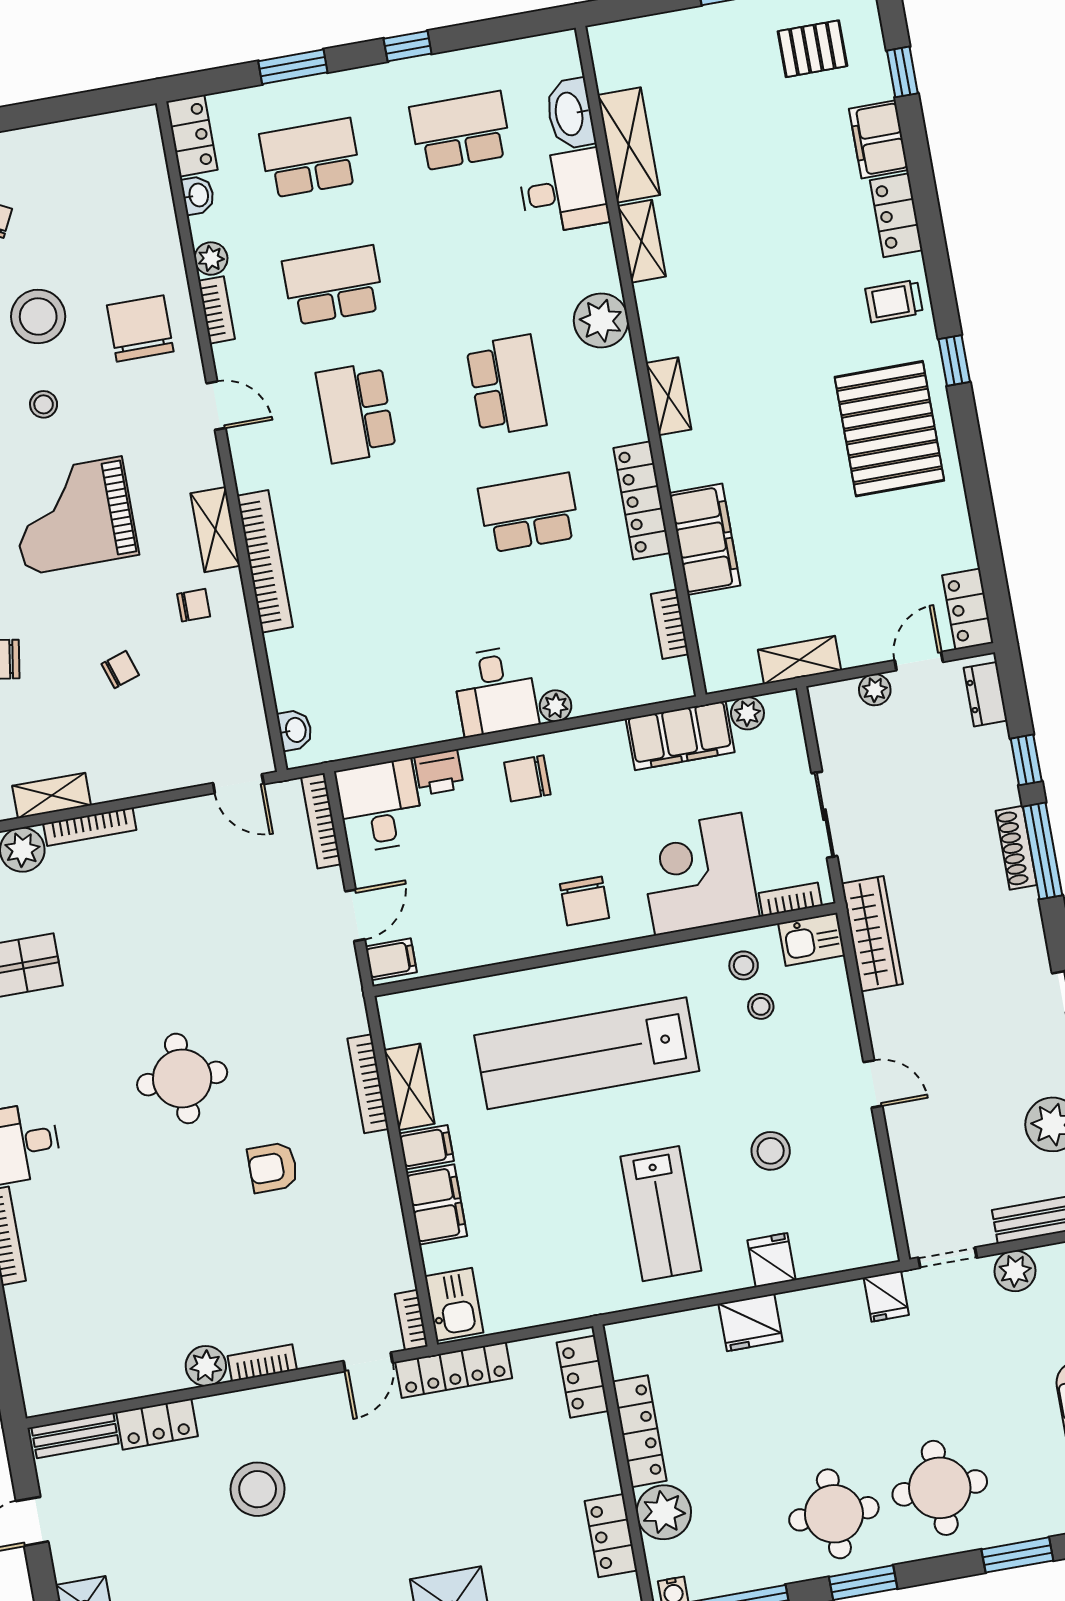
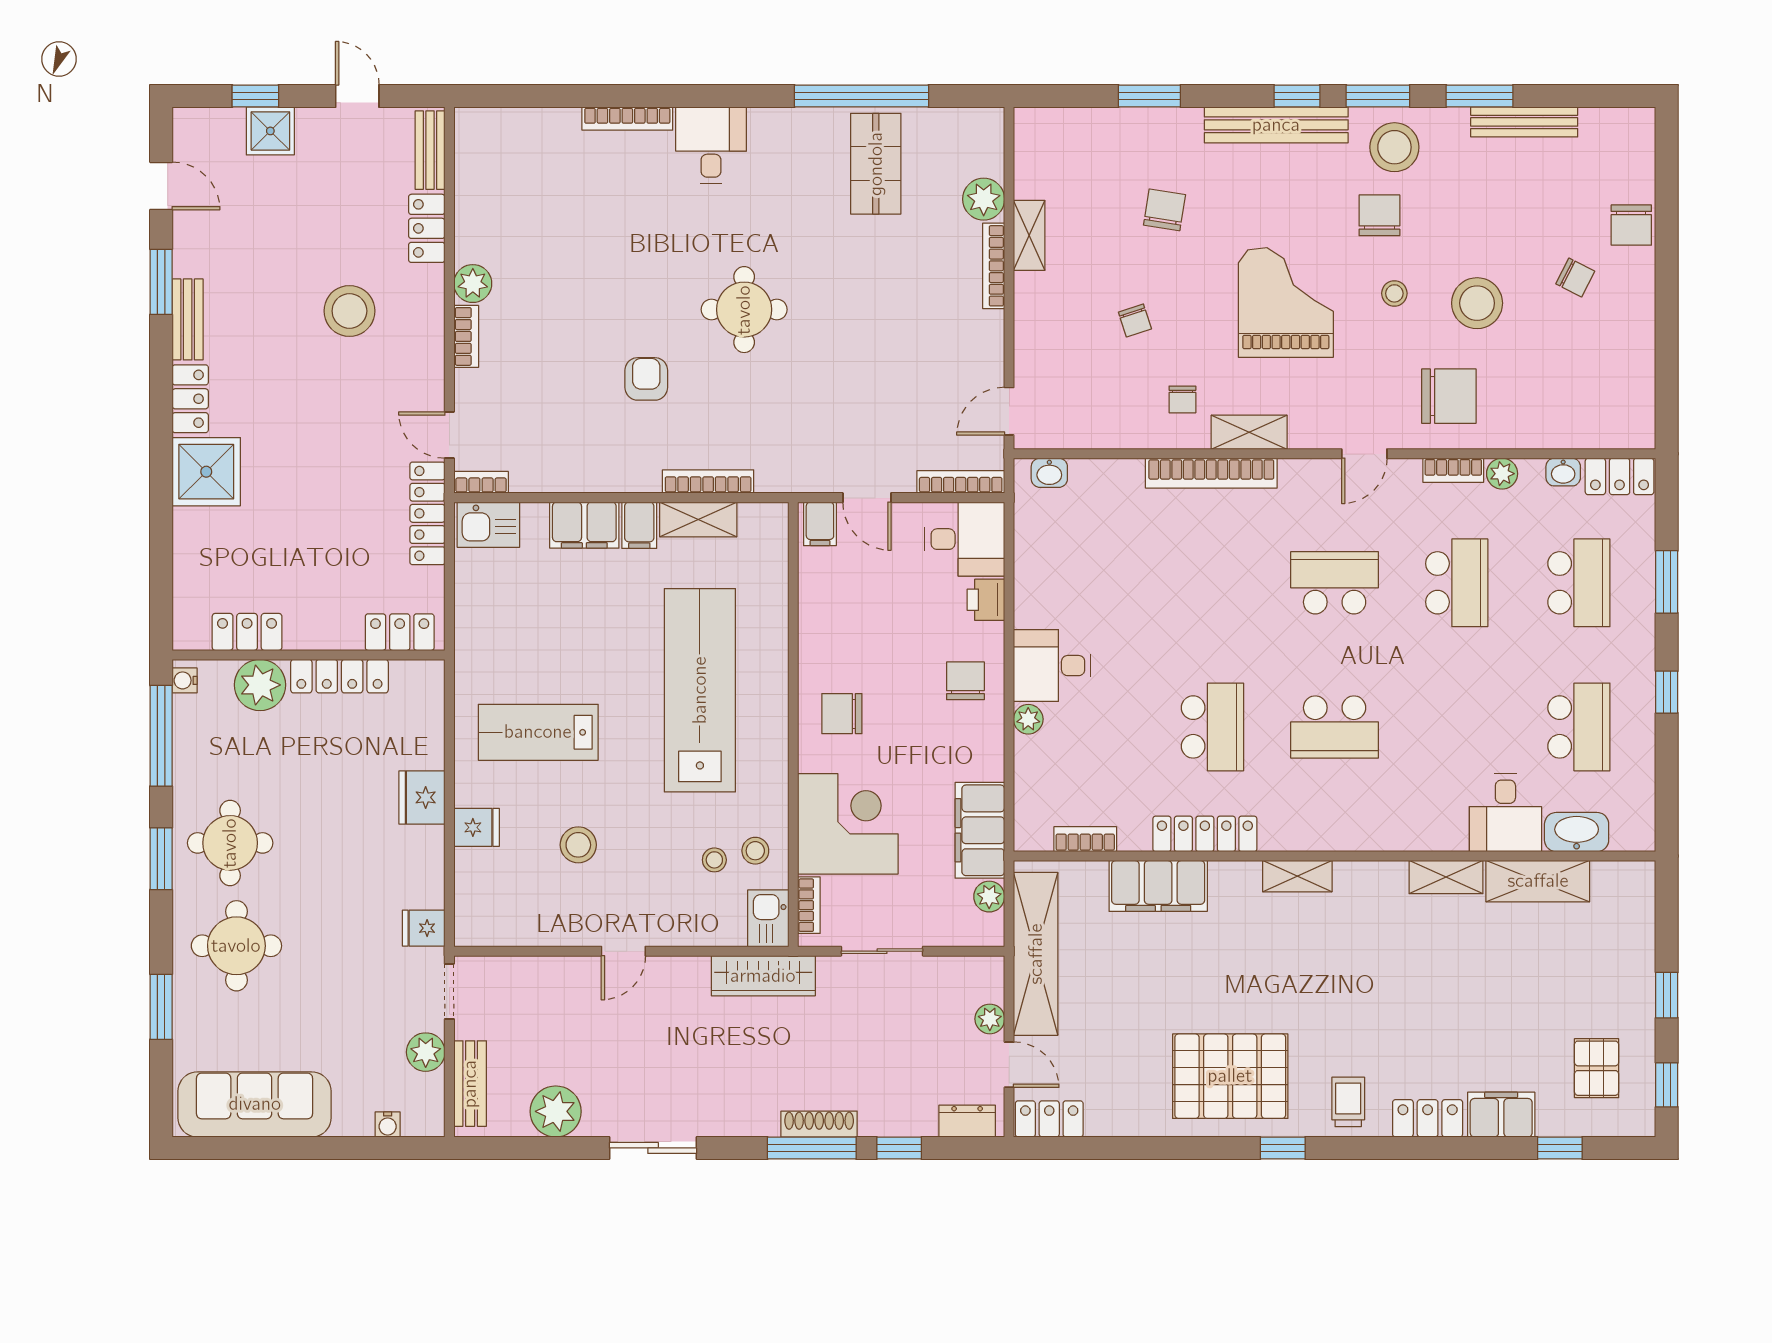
plant: (601, 320) -> (1379, 826), removed
shelving: (799, 660) -> (1036, 954), width x2.20, depth x1.33

